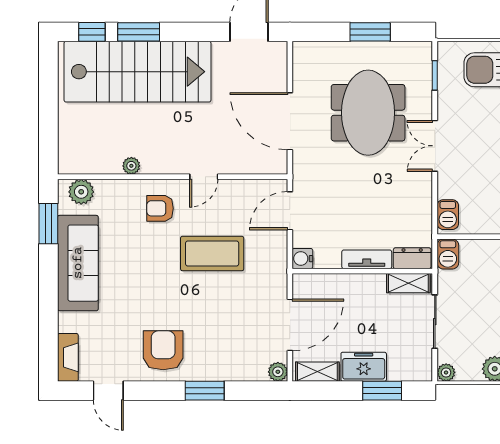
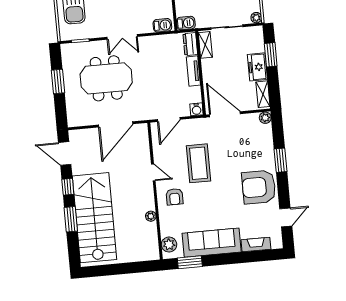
window: (92, 32) -> (68, 187), moved
door: (290, 211) -> (169, 119), hinge flipped
door: (290, 325) -> (225, 114), moved
armchair: (163, 350) -> (259, 187), width x1.36, depth x1.36
fireplace: (68, 357) -> (256, 244), moved

